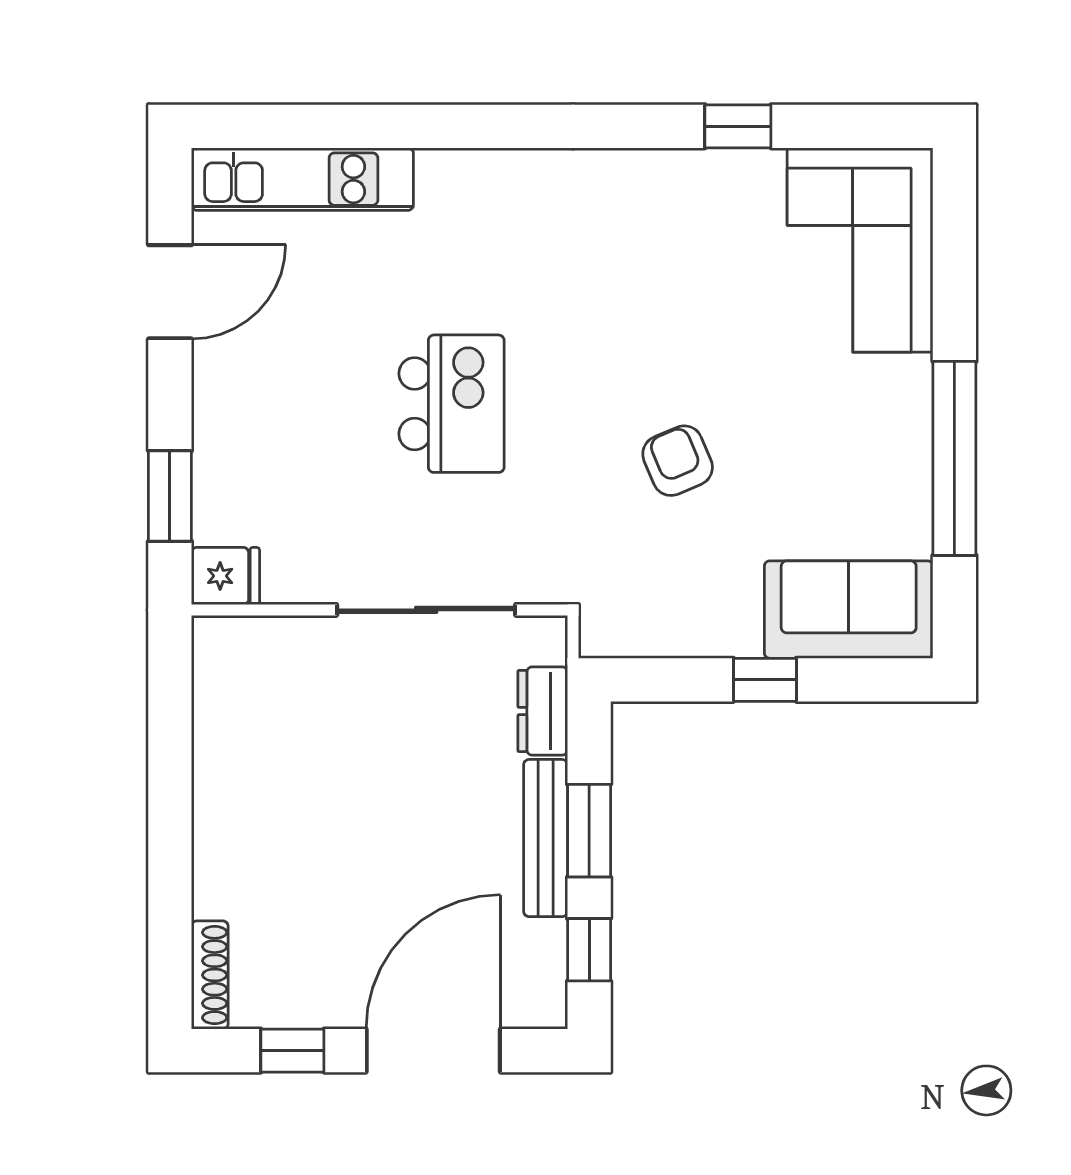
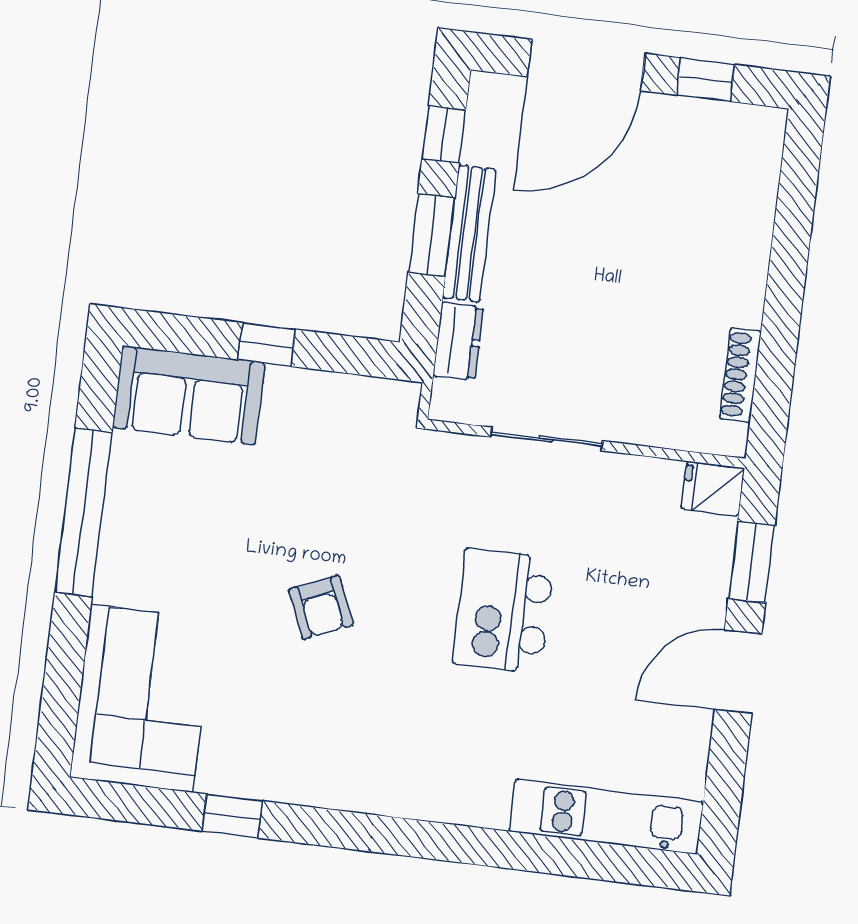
door: (170, 292) -> (738, 672), moved
armchair: (678, 461) -> (321, 607), moved
sliding door: (426, 610) -> (547, 439), width x0.73
shoe rack: (210, 975) -> (740, 375), moved

